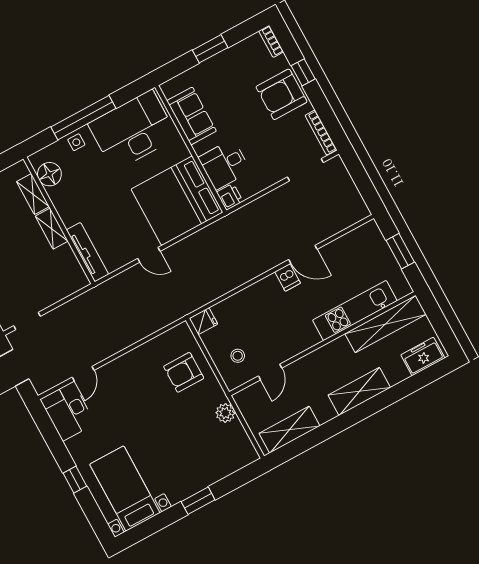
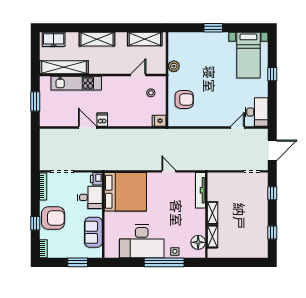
sofa: (192, 116) -> (93, 232), moved
wall: (191, 149) -> (103, 215), moved
desk: (224, 164) -> (90, 197), moved
printer: (230, 197) -> (96, 179), moved
bed: (177, 201) -> (125, 192), moved

